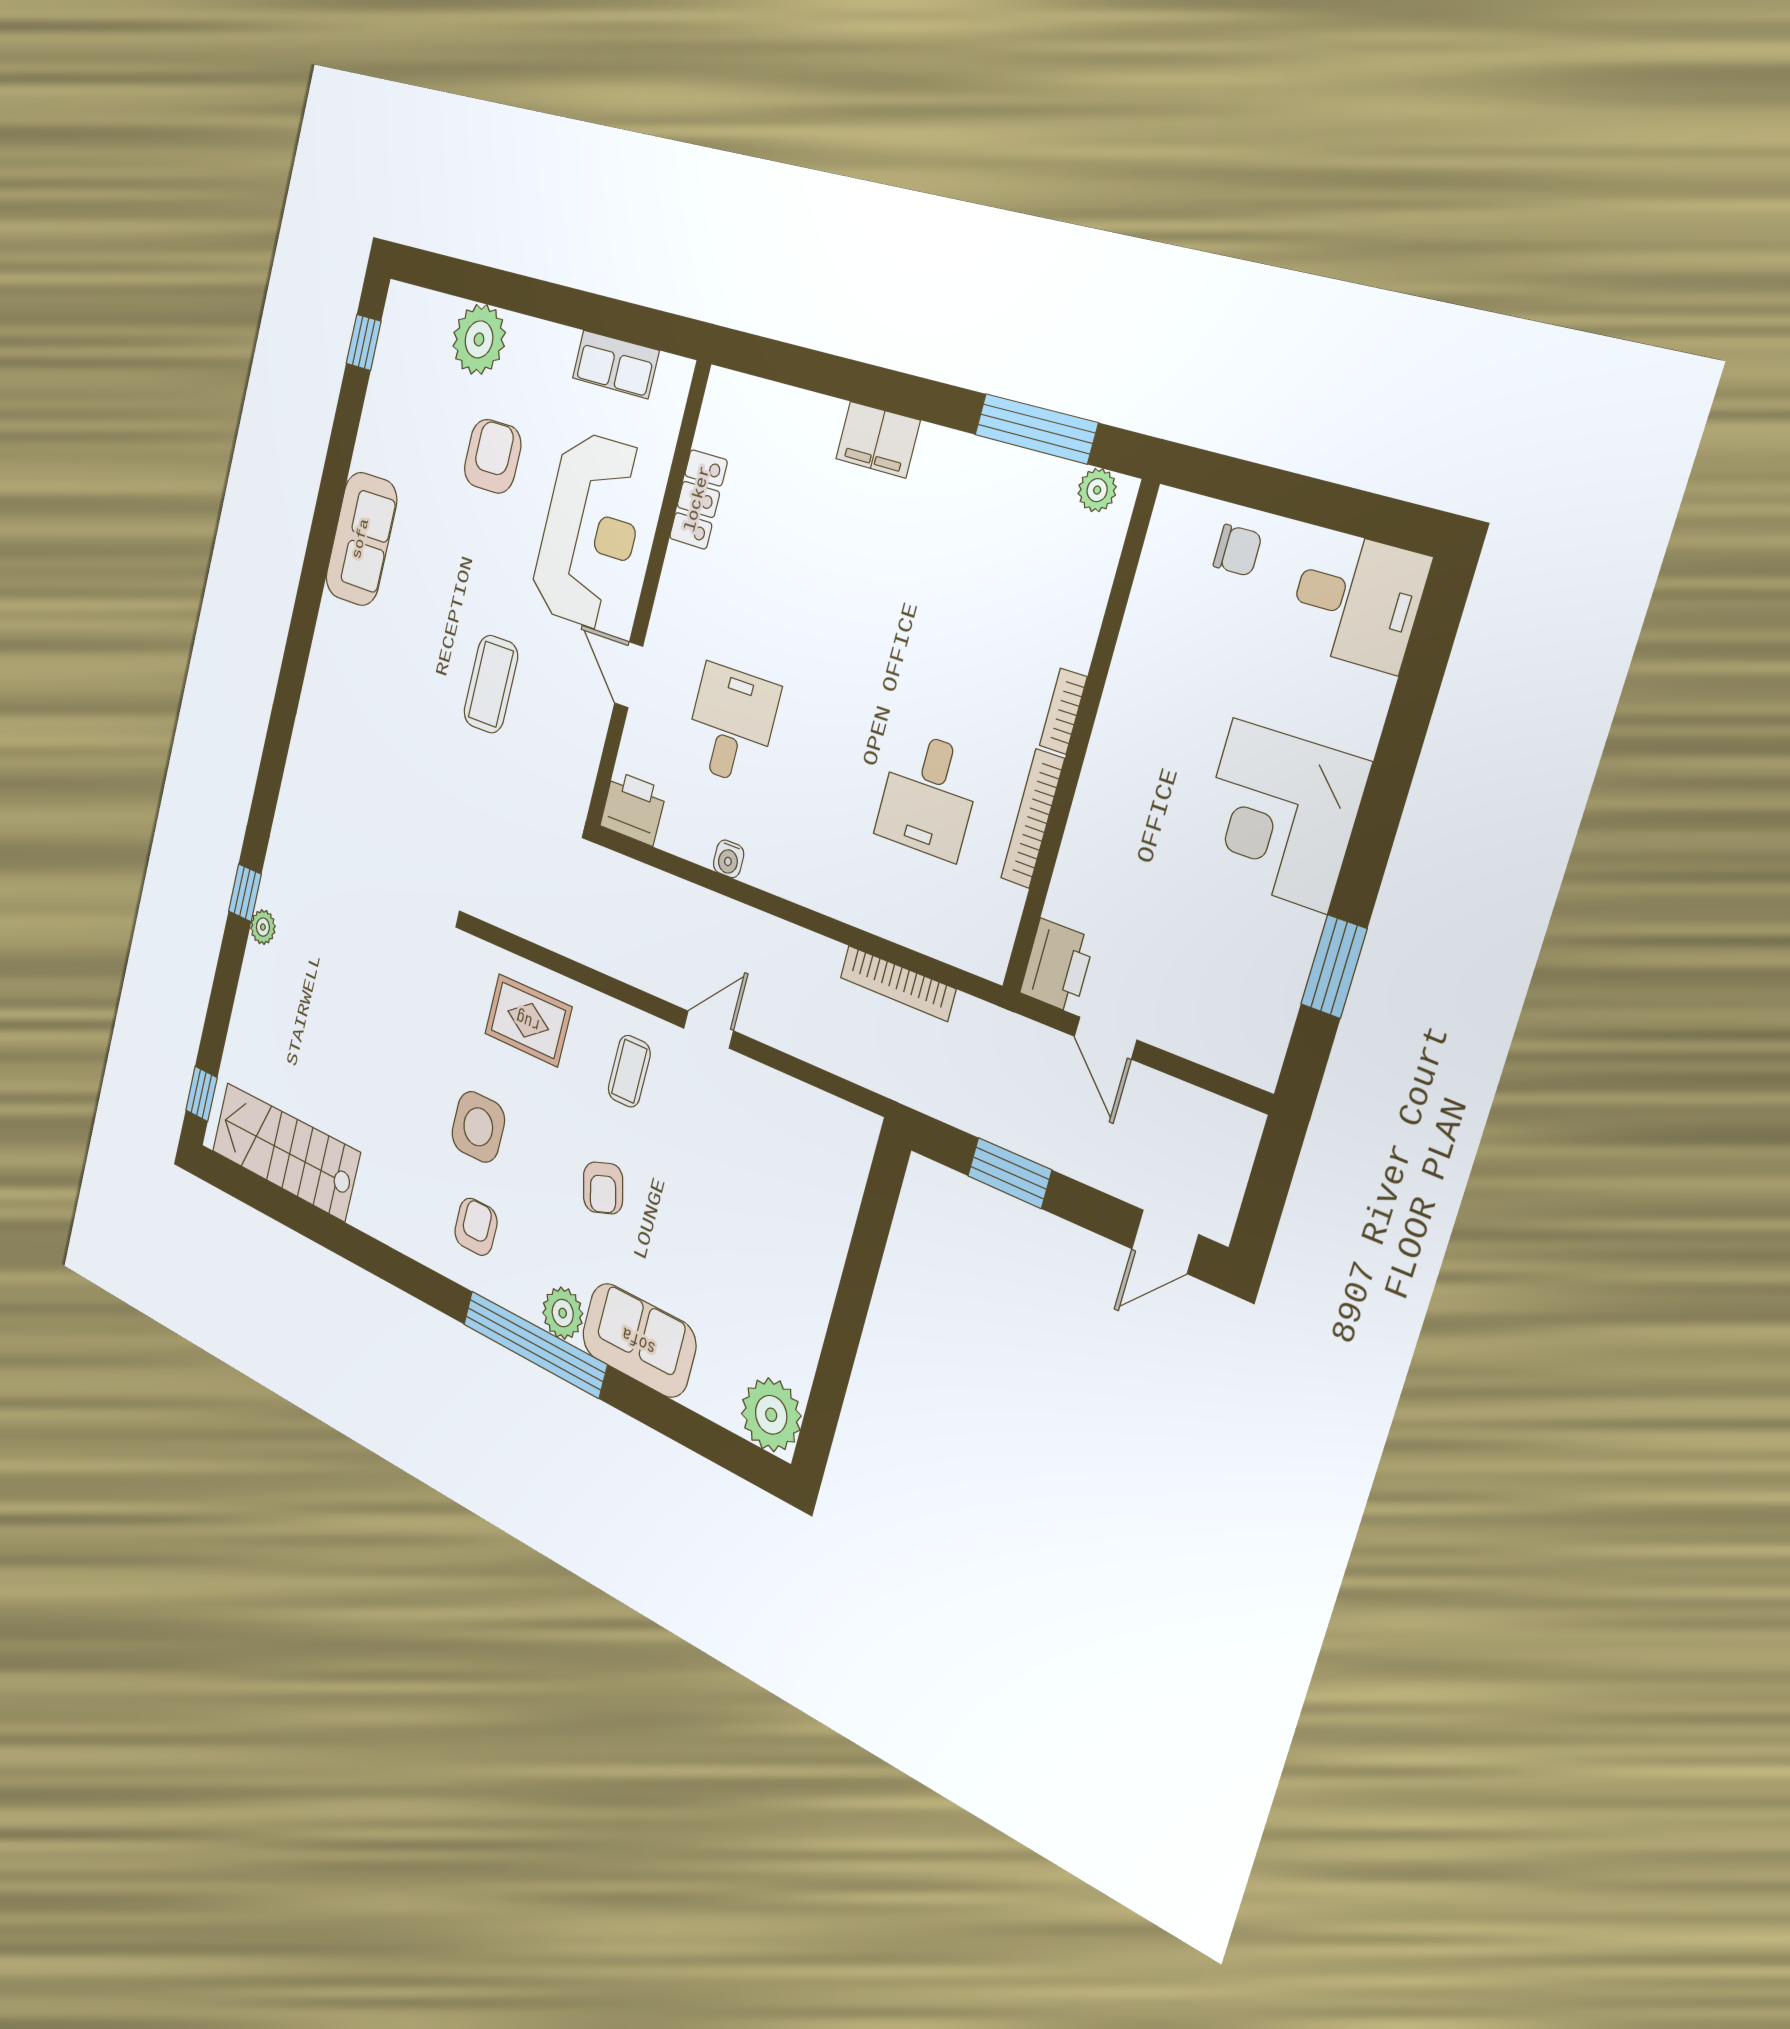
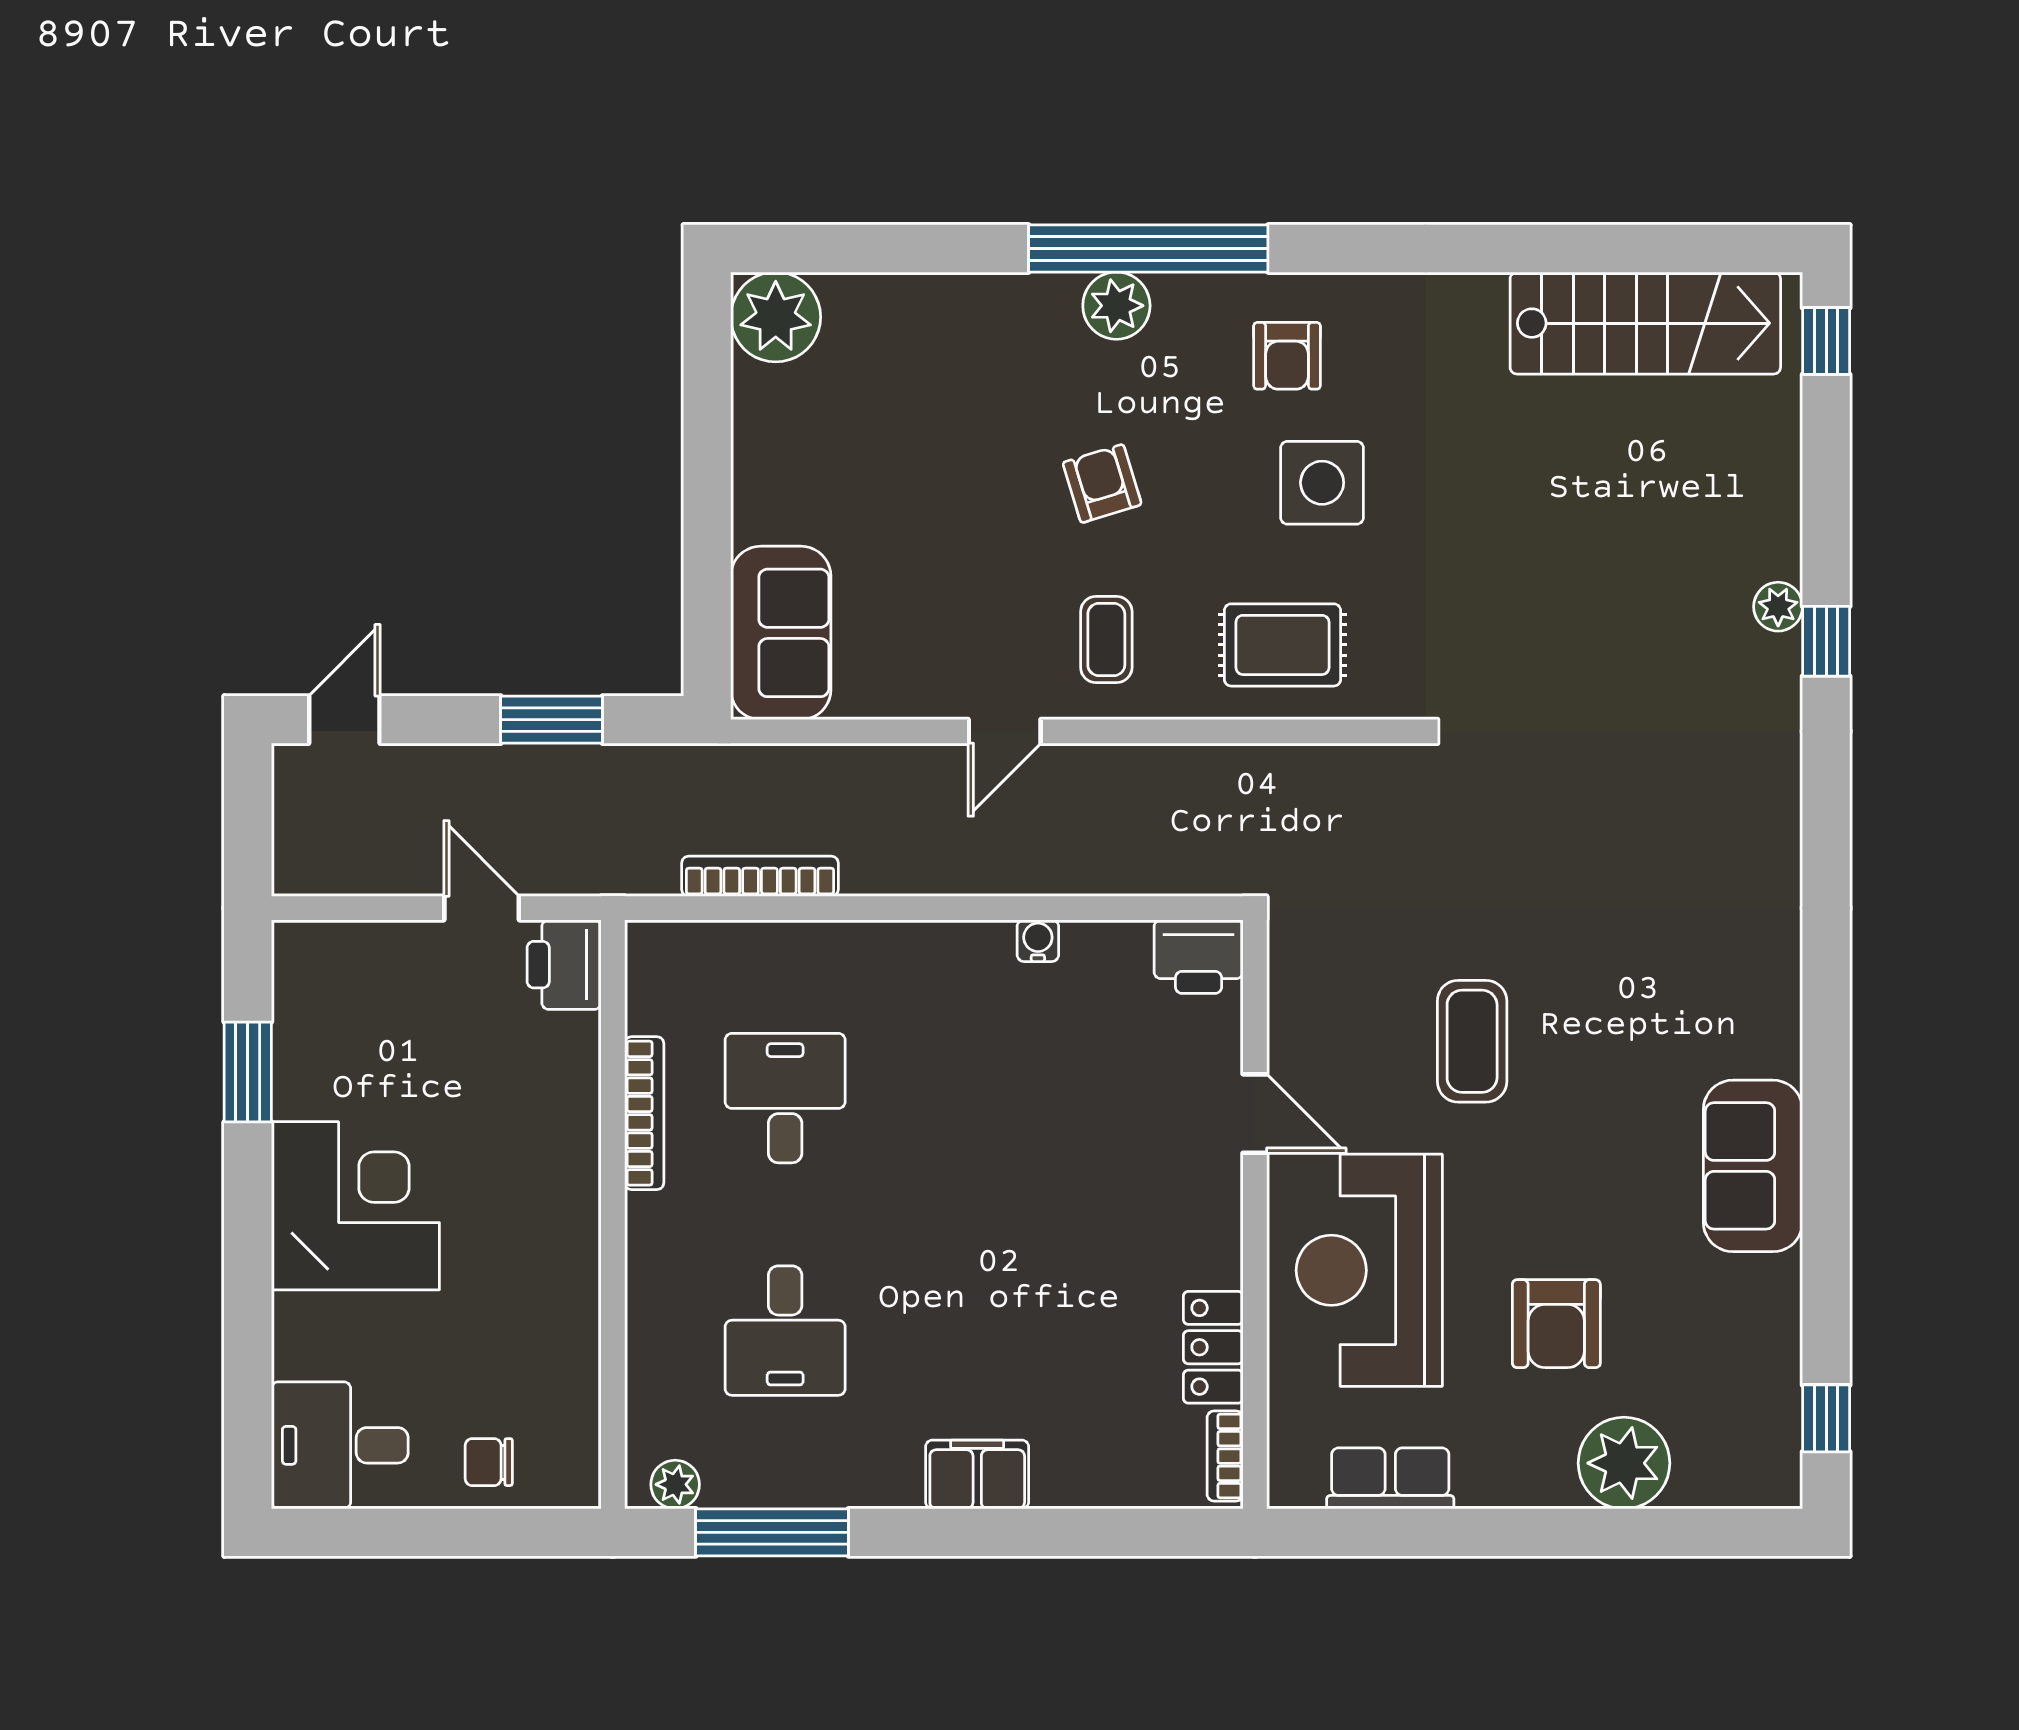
bookcase: (1063, 711) -> (1225, 1456), moved, turned 180
desk: (731, 725) -> (785, 1331), moved
sofa: (639, 1340) -> (781, 633), moved, turned -90

